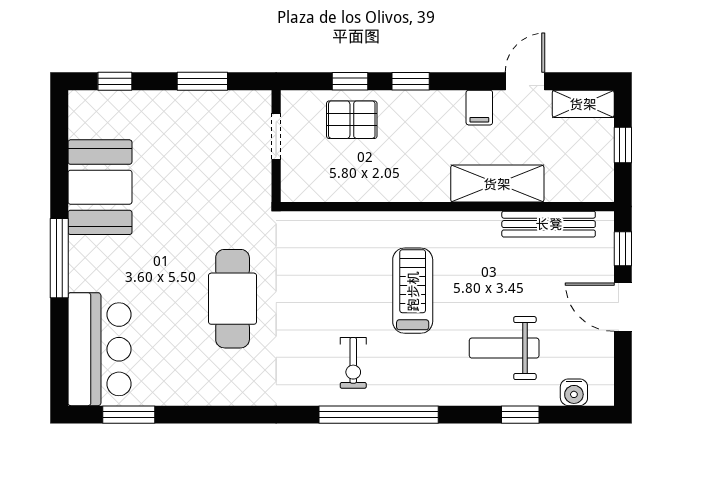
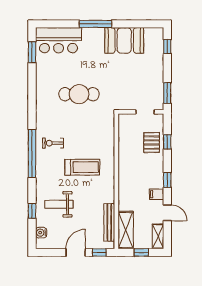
window: (202, 81) -> (167, 93), moved
window: (411, 81) -> (167, 180), moved
shelving: (497, 184) -> (126, 230), moved
weight bench: (504, 348) -> (59, 204), turned -90

